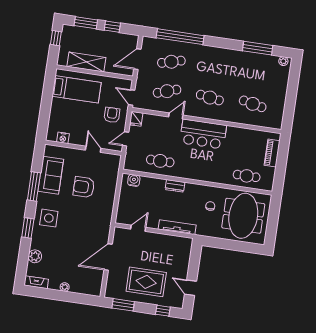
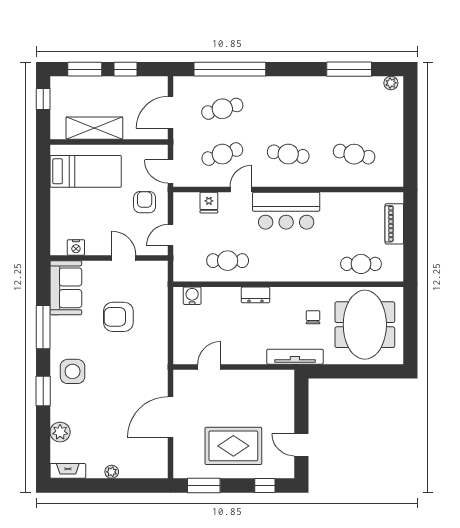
fridge: (136, 119) -> (209, 203), moved
sofa: (51, 175) -> (66, 288), moved
tv unit: (177, 227) -> (295, 357), moved

